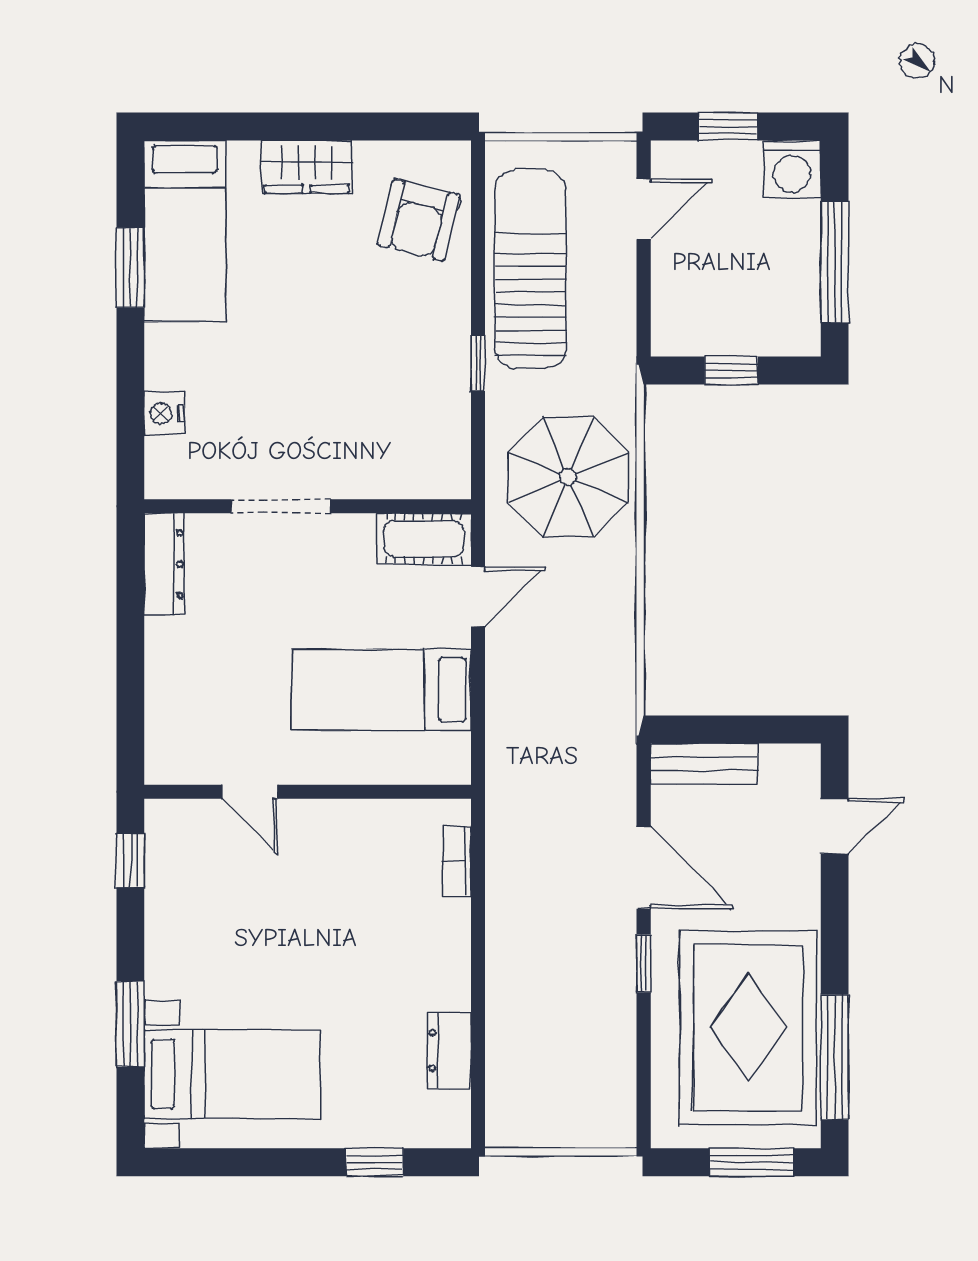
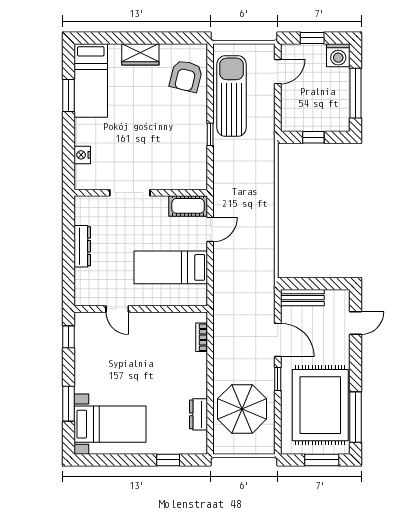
parasol: (568, 477) -> (242, 409), moved
dresser: (164, 564) -> (82, 246), moved

